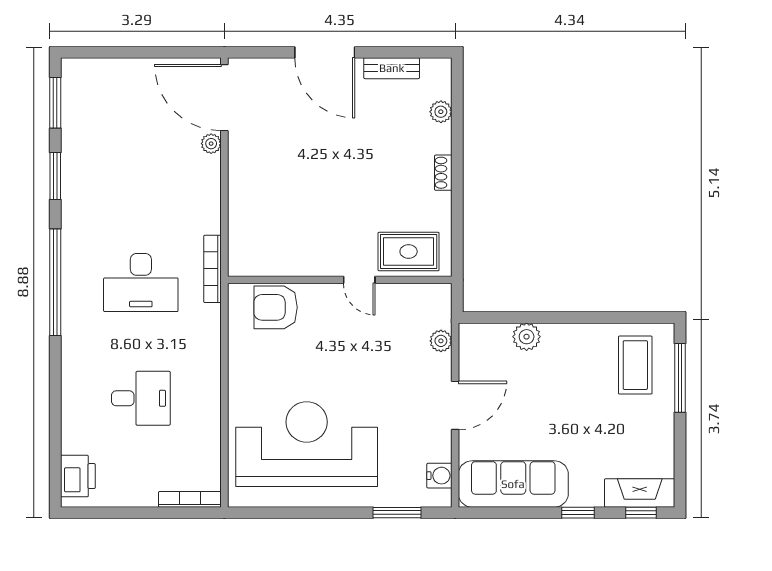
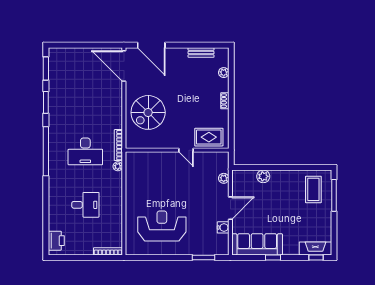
door: (325, 52) -> (151, 45), moved
plant: (211, 144) -> (118, 166), moved
spiral stairs: (277, 198) -> (148, 112), added
armchair: (276, 307) -> (147, 163), removed
reception desk: (307, 444) -> (162, 226), width x0.74, depth x0.77
water cooler: (439, 476) -> (223, 227), moved
window: (578, 513) -> (273, 258), moved

